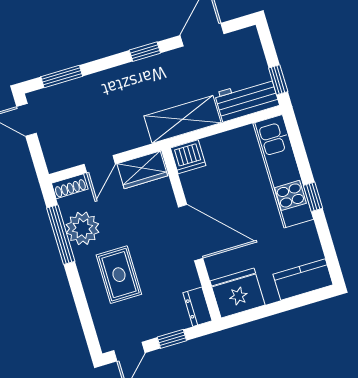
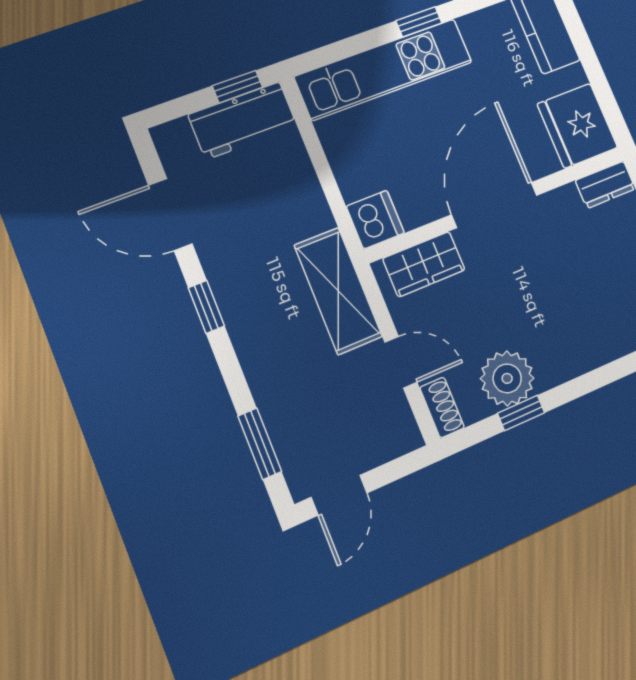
workbench: (247, 99) -> (243, 120), moved, turned -90
shelving: (183, 119) -> (338, 291), moved
wardrobe: (142, 170) -> (424, 264), moved, turned 90
window: (61, 235) -> (521, 413), width x0.46
rug: (119, 275) -> (572, 312), removed

